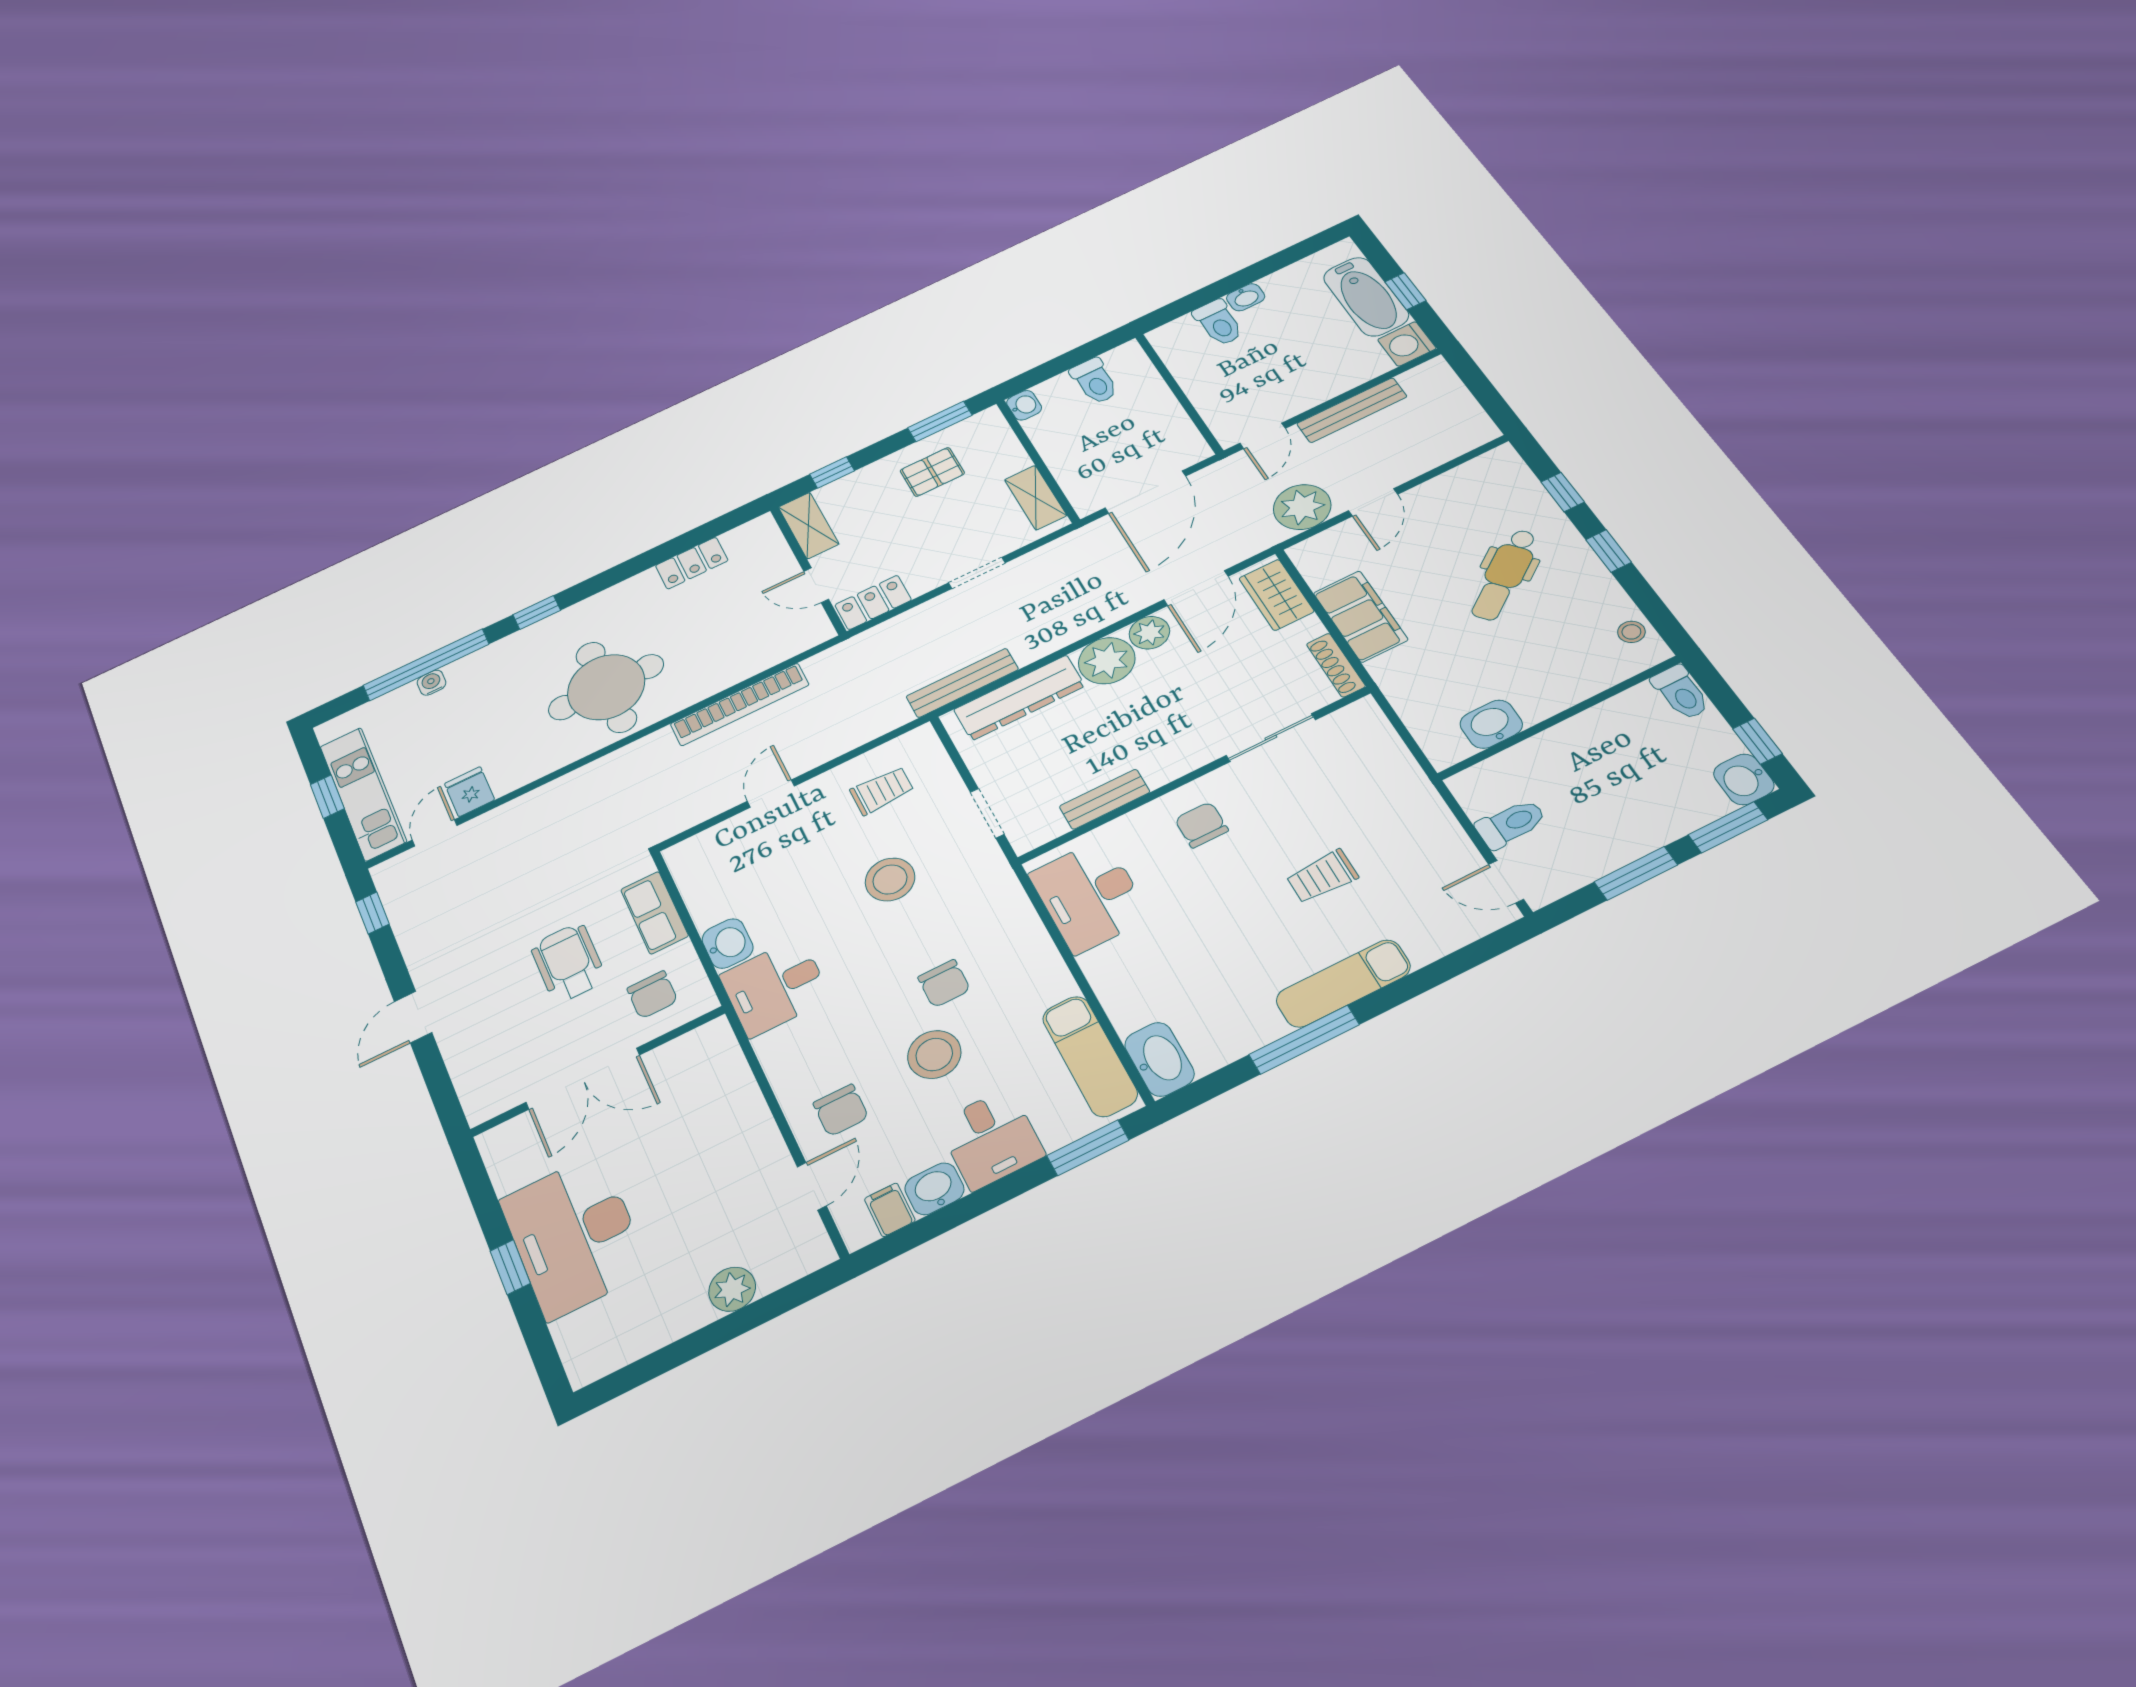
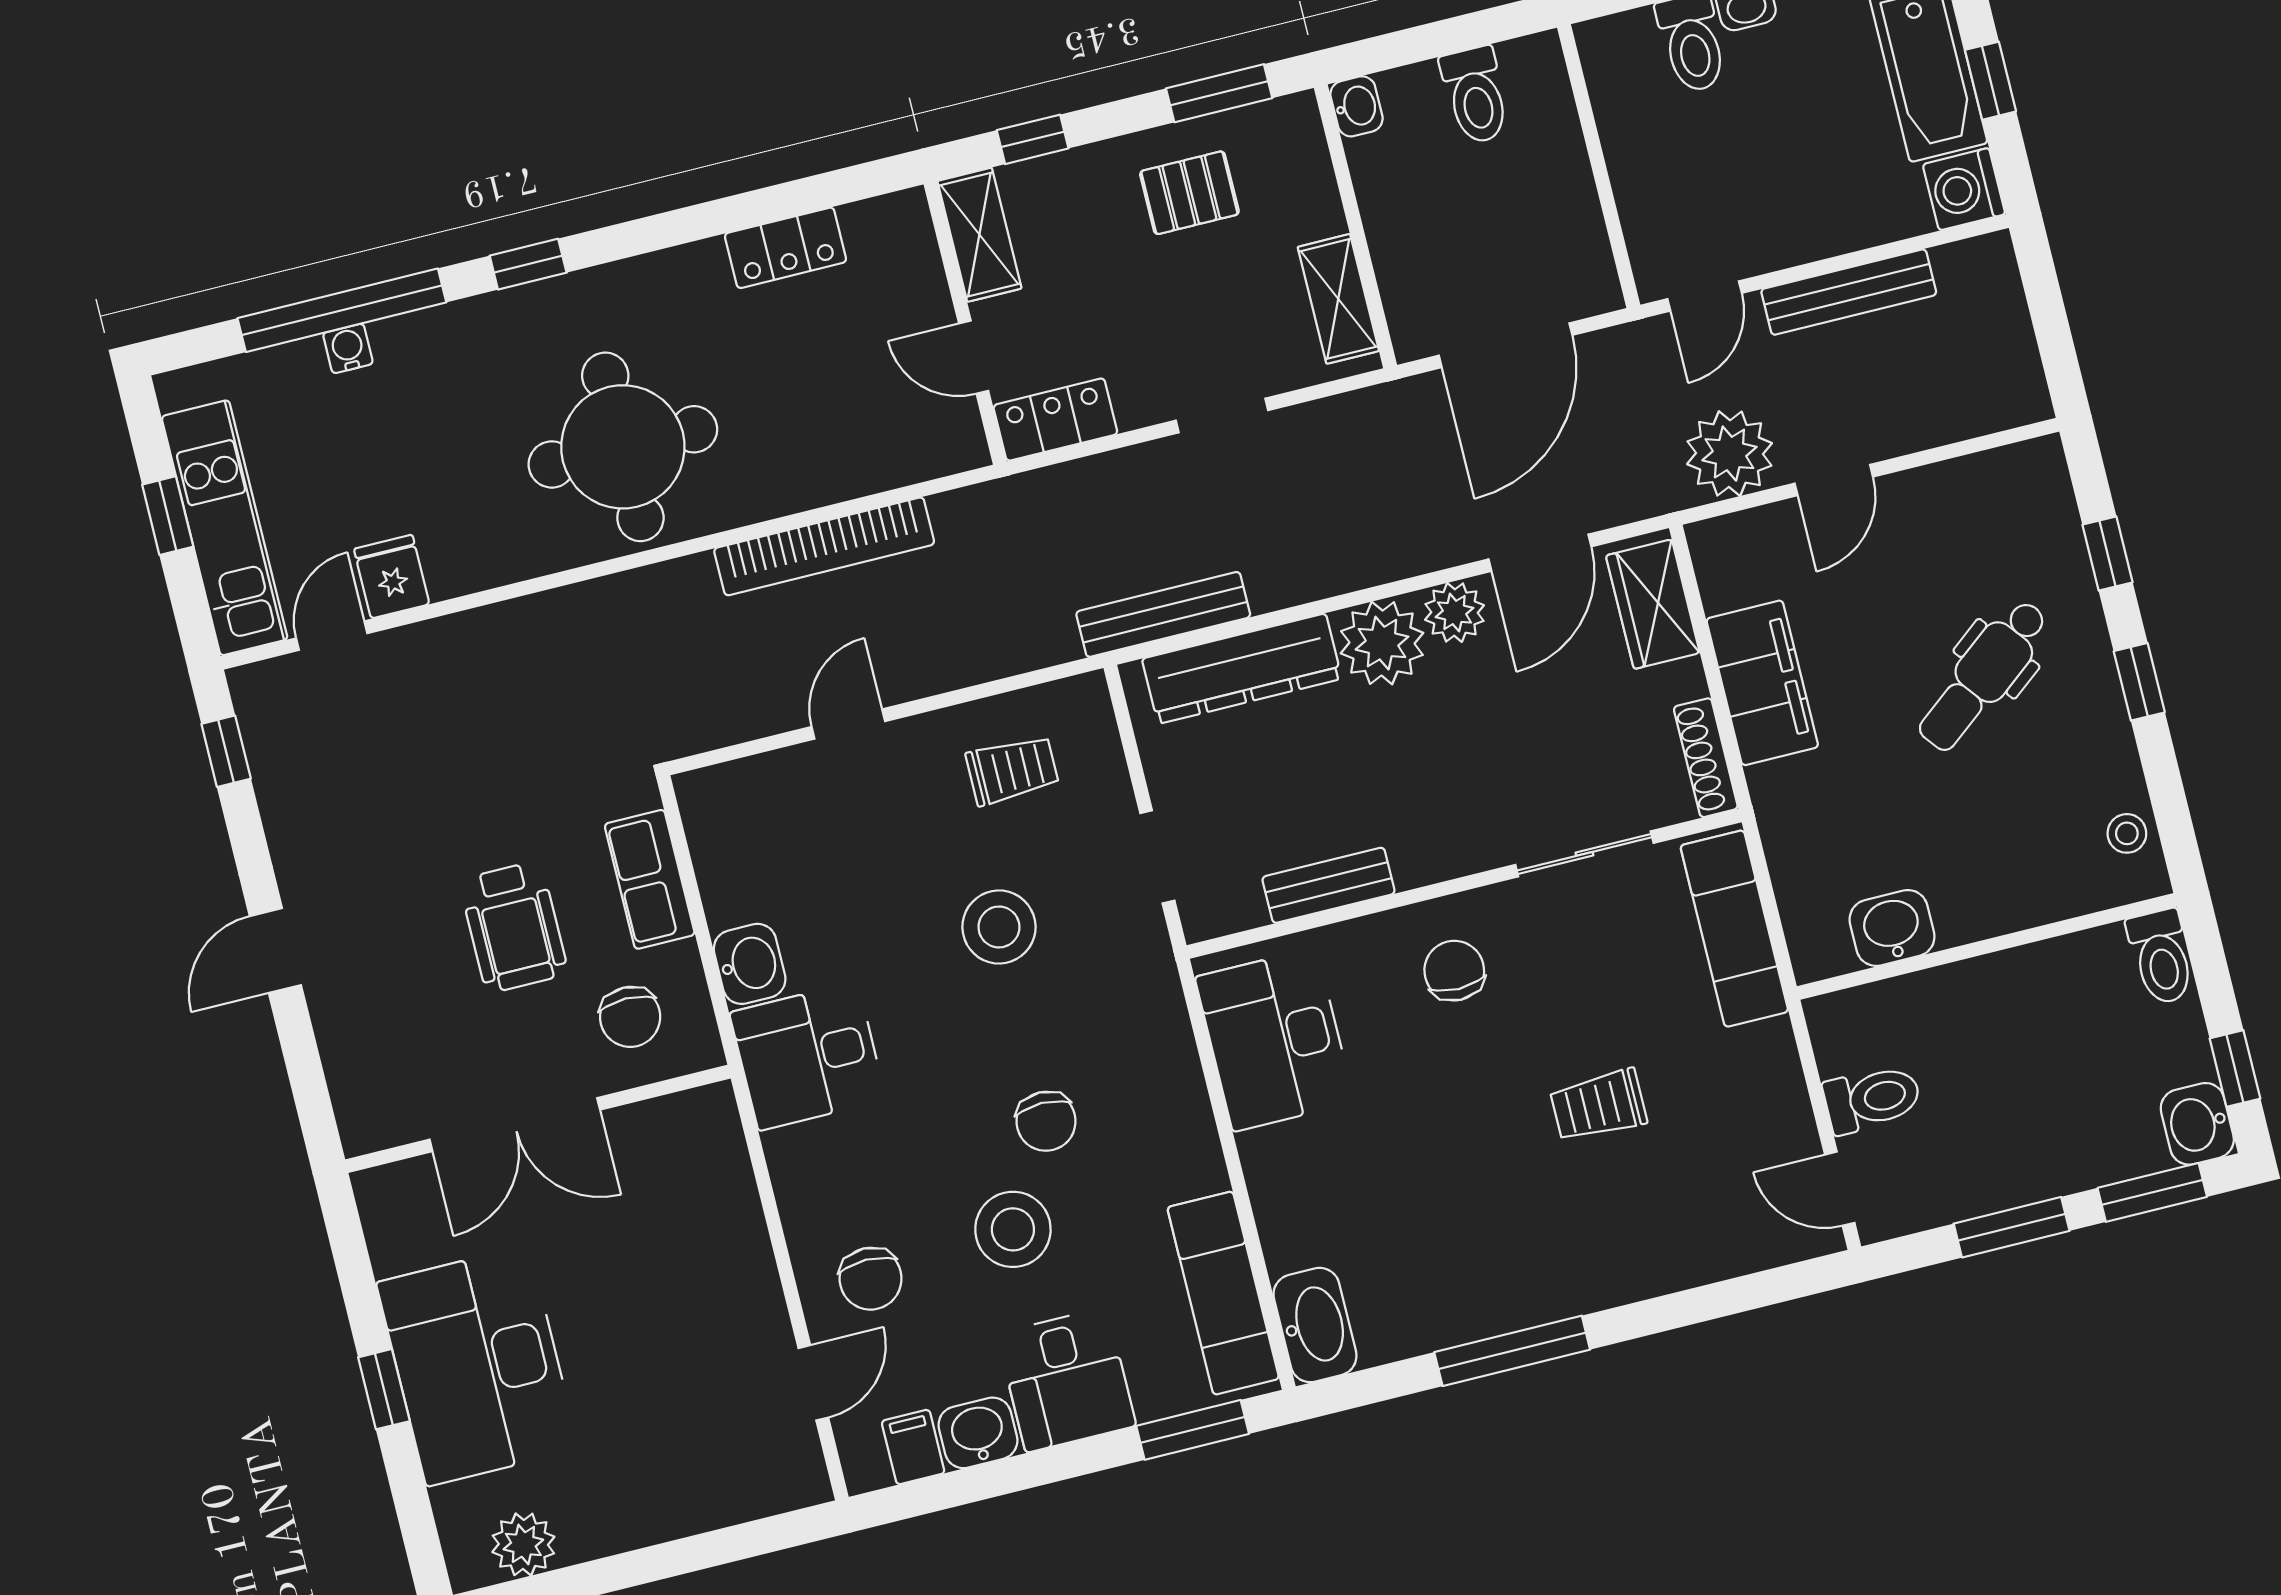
wheelchair: (568, 963) -> (514, 927), turned 180
exam couch: (1343, 983) -> (1734, 929), moved, turned -90
plant: (732, 1289) -> (523, 1544), moved

